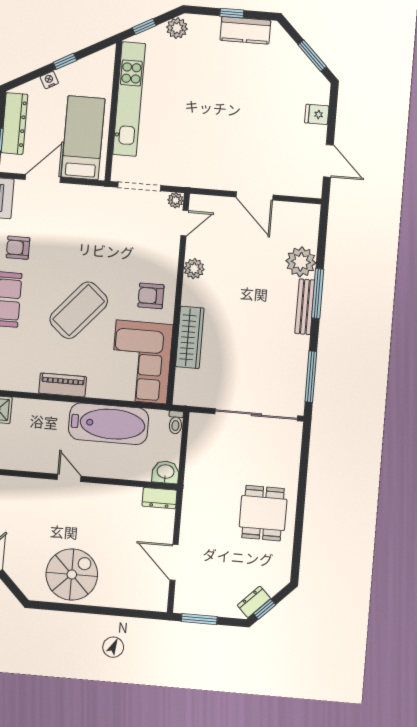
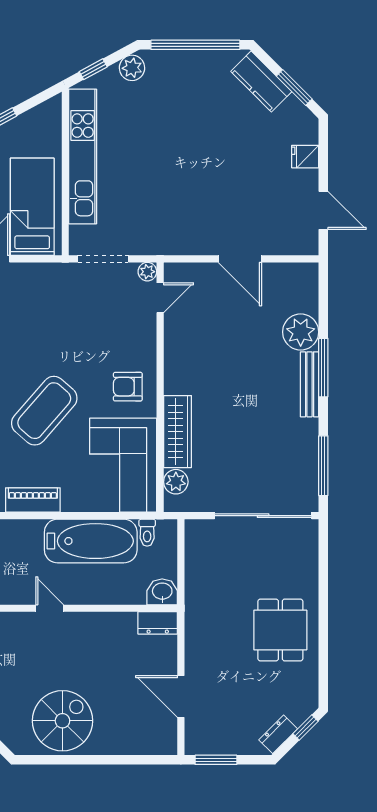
window: (232, 13) -> (195, 45), width x3.17
kitchen counter: (245, 30) -> (261, 81), moved, turned 45
plant: (194, 269) -> (176, 482), moved
toilet: (176, 422) -> (147, 533), moved
window: (265, 609) -> (306, 727), moved

